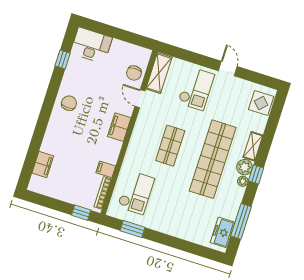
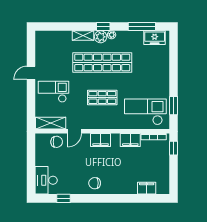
display table: (261, 103) -> (49, 40), removed
filing cabinet: (106, 169) -> (130, 140), width x2.00
checkout: (136, 193) -> (145, 112), width x1.36, depth x1.21

